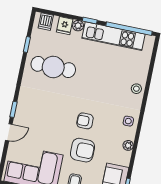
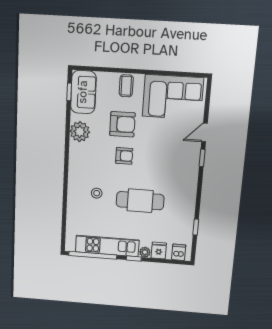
cafe table: (53, 67) -> (140, 201), moved
stool: (136, 89) -> (97, 193), moved
side table: (128, 121) -> (79, 162), removed
plant: (128, 145) -> (80, 132), width x1.88, depth x1.88
armchair: (82, 150) -> (122, 124), turned 180

